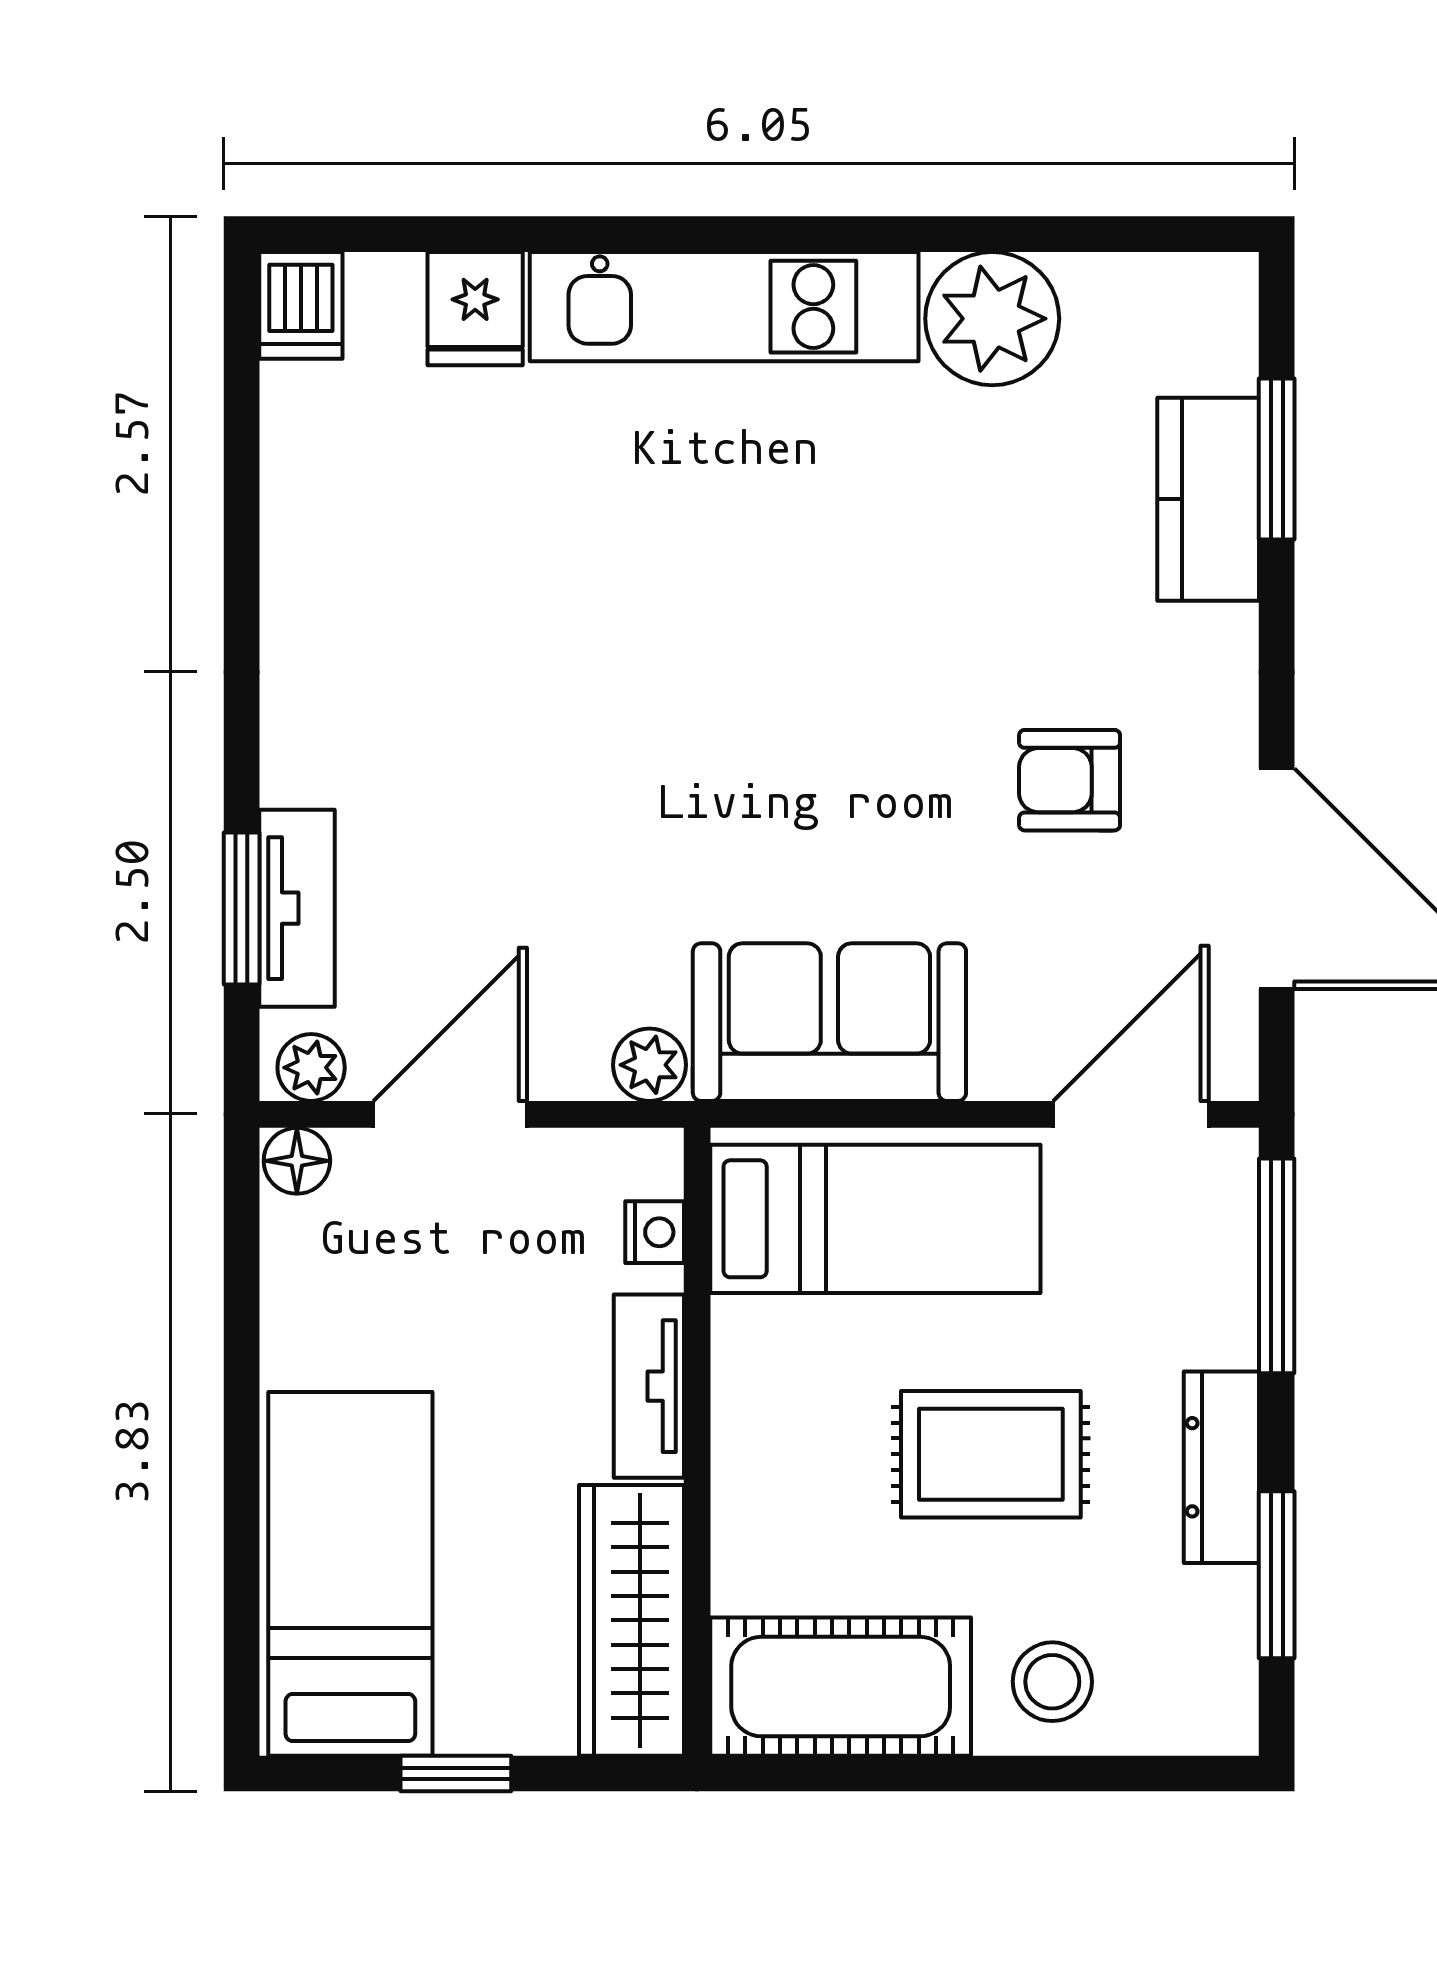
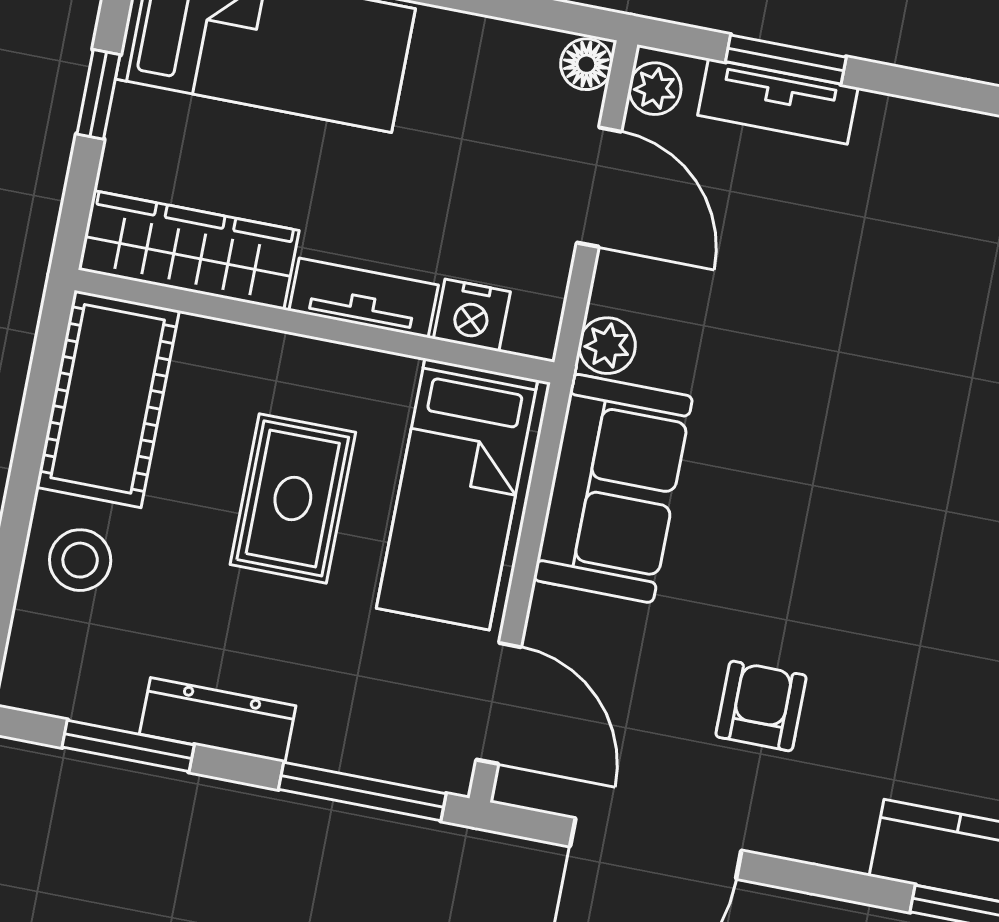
nightstand: (655, 1232) -> (472, 315), width x1.39, depth x1.35
rug: (991, 1454) -> (293, 498), moved

